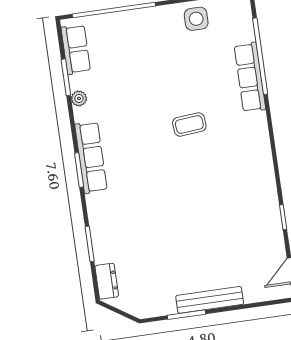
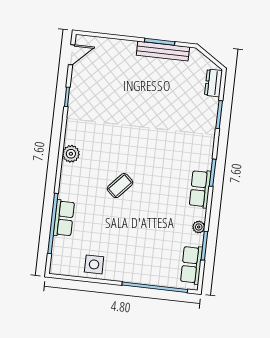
row of seats: (250, 77) -> (64, 218), width x0.68
coffee table: (189, 124) -> (120, 186), turned -43
plant: (260, 148) -> (71, 154), added
row of seats: (91, 157) -> (200, 189), width x0.68
bench: (210, 300) -> (163, 51), moved

